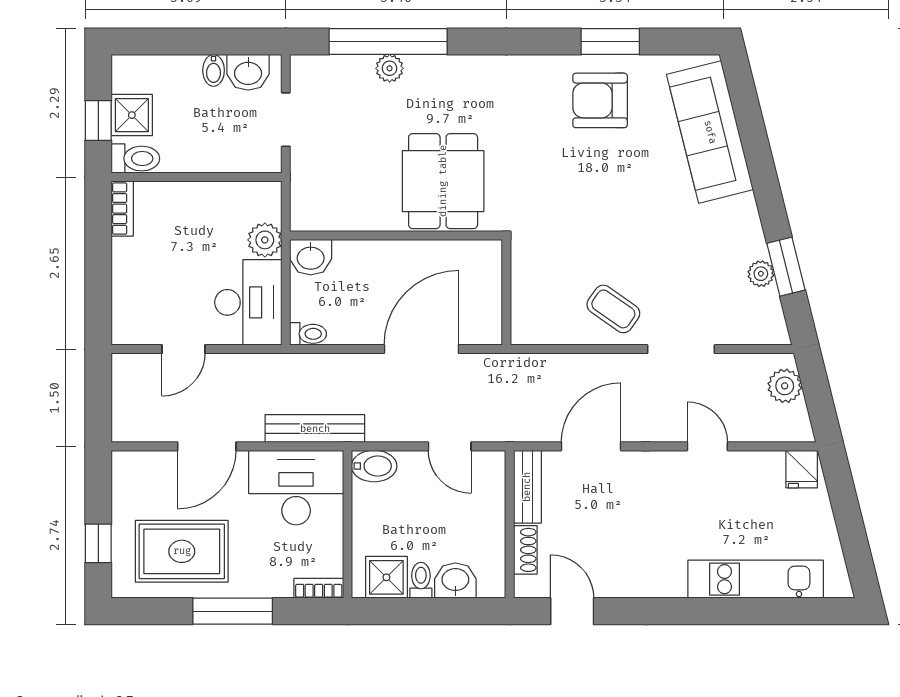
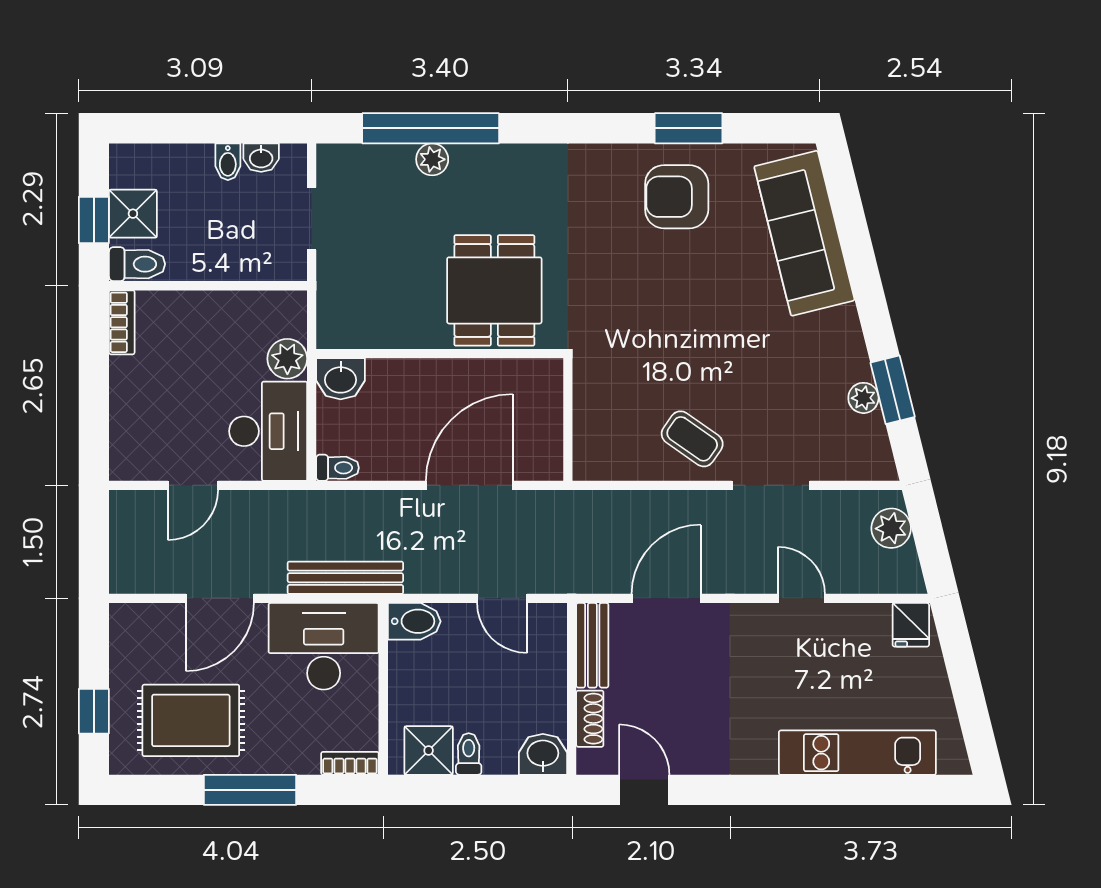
washbasin: (248, 72) -> (261, 158), width x0.72, depth x0.69
washbasin: (455, 581) -> (543, 754), moved

